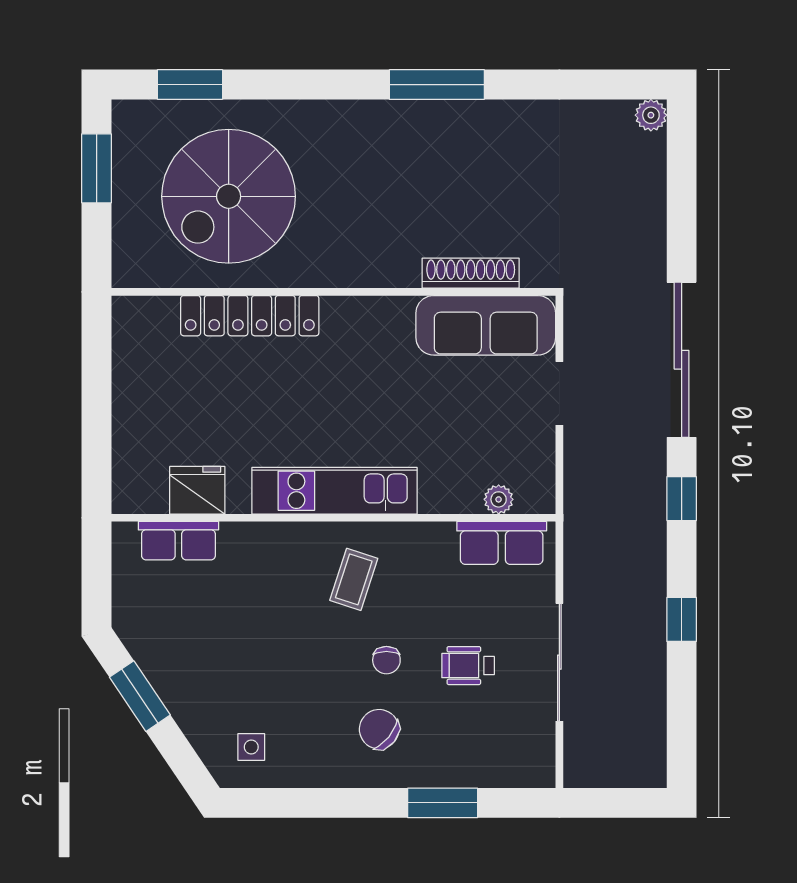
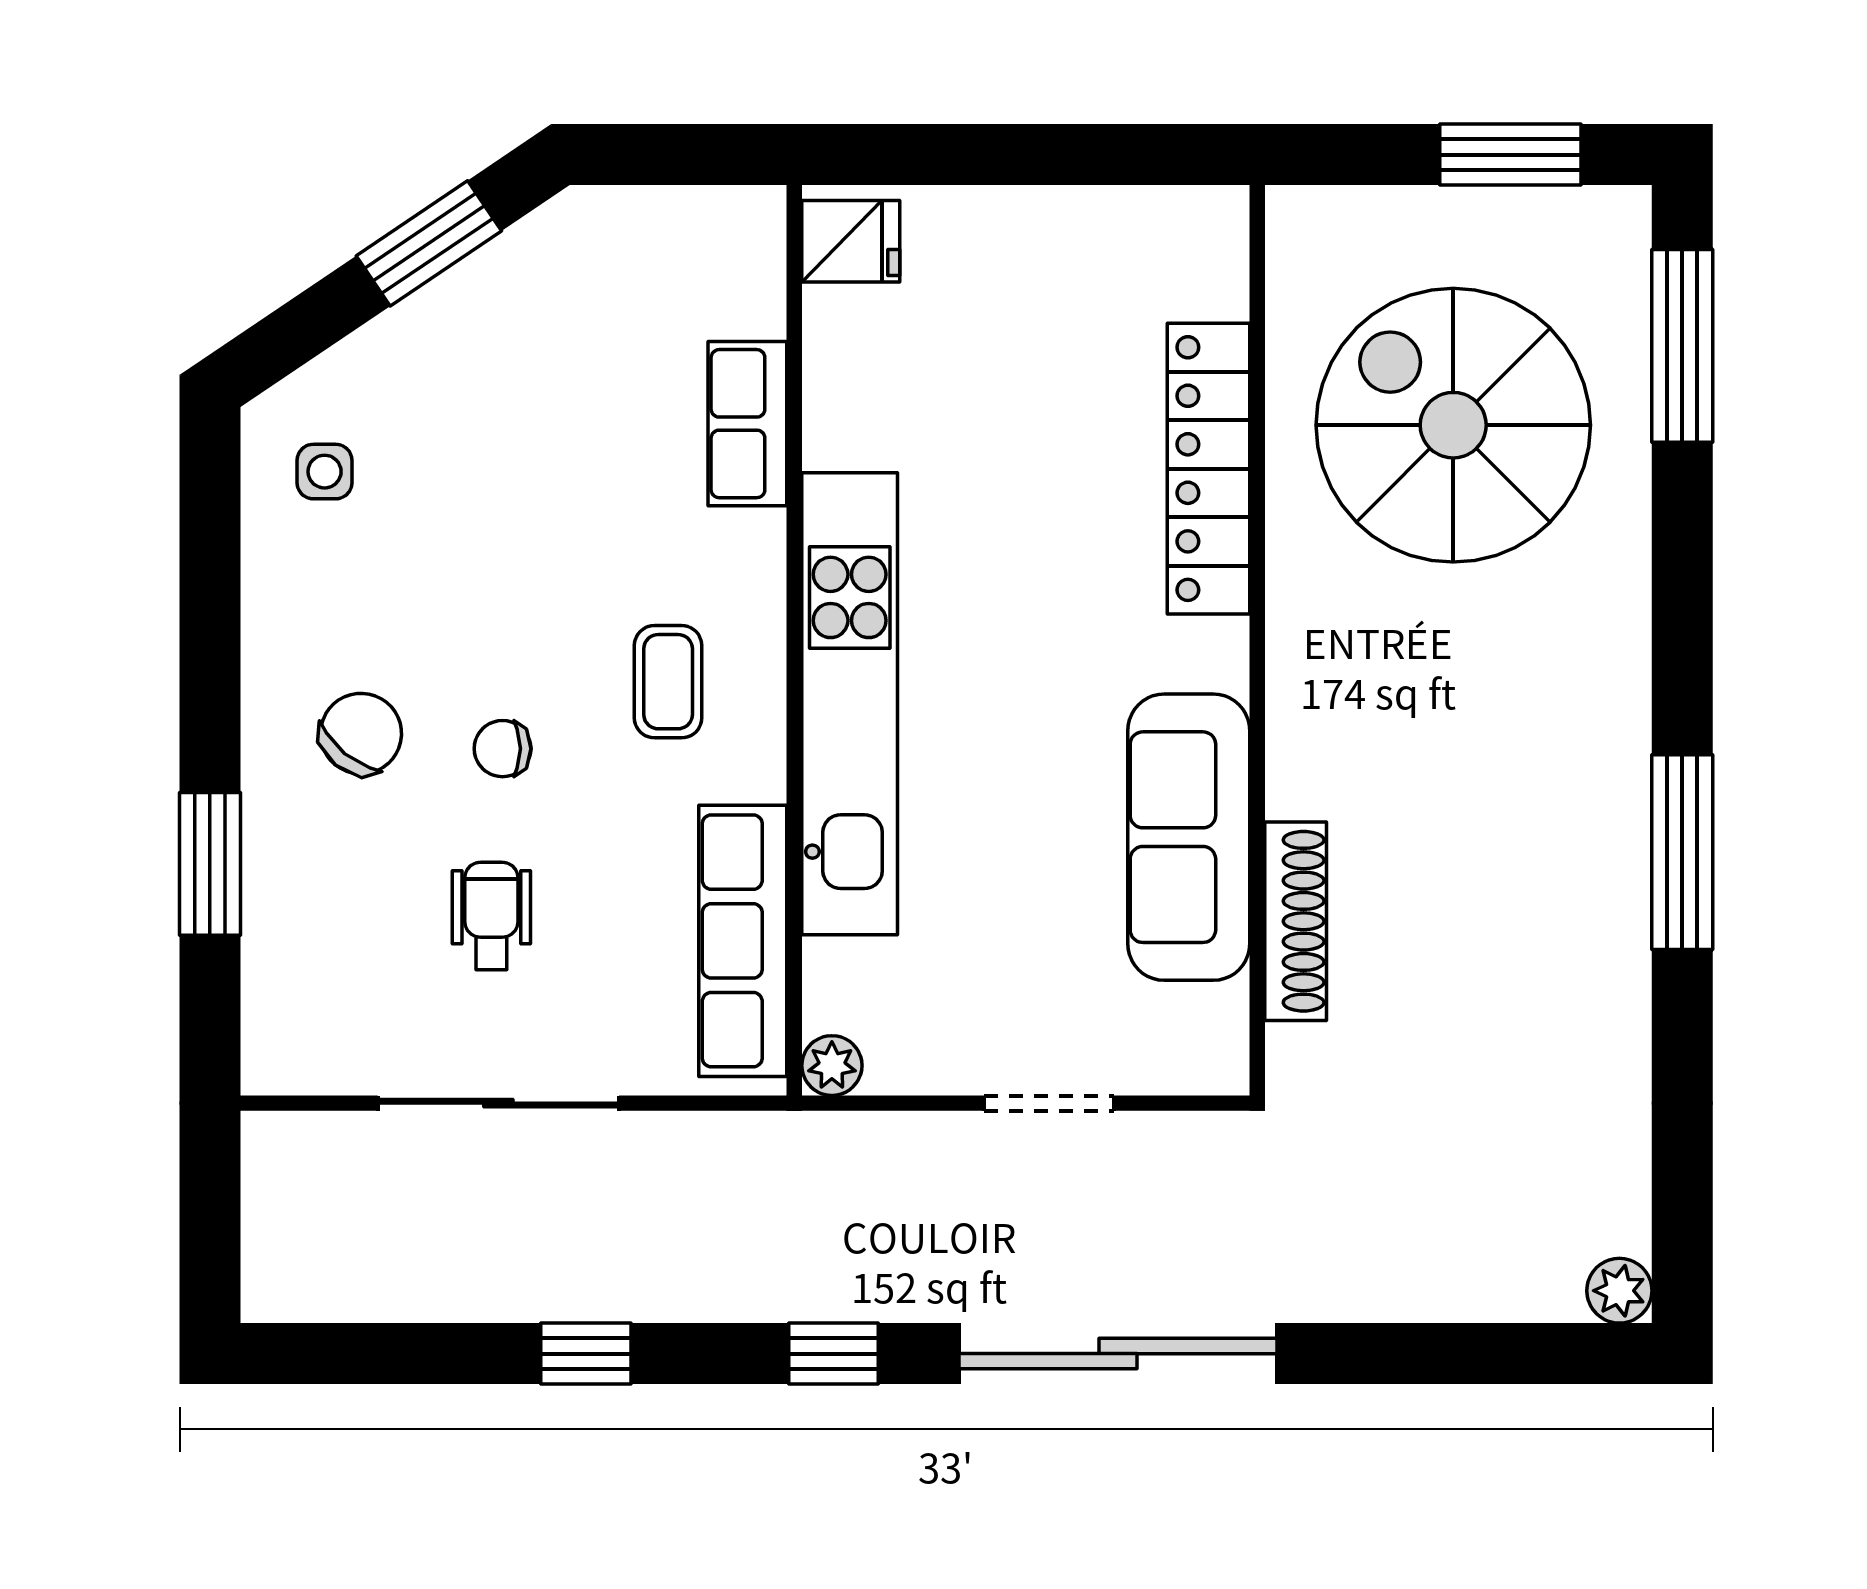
window: (190, 85) -> (1682, 346), width x1.44
sofa: (486, 325) -> (1189, 837), moved
fridge: (197, 490) -> (851, 241), moved, width x0.72
kitchen unit: (334, 491) -> (850, 704), width x1.36
plant: (499, 499) -> (832, 1066), moved
row of seats: (178, 541) -> (747, 424), moved
row of seats: (502, 543) -> (743, 941), width x1.48
coffee table: (354, 579) -> (668, 682), turned 72

